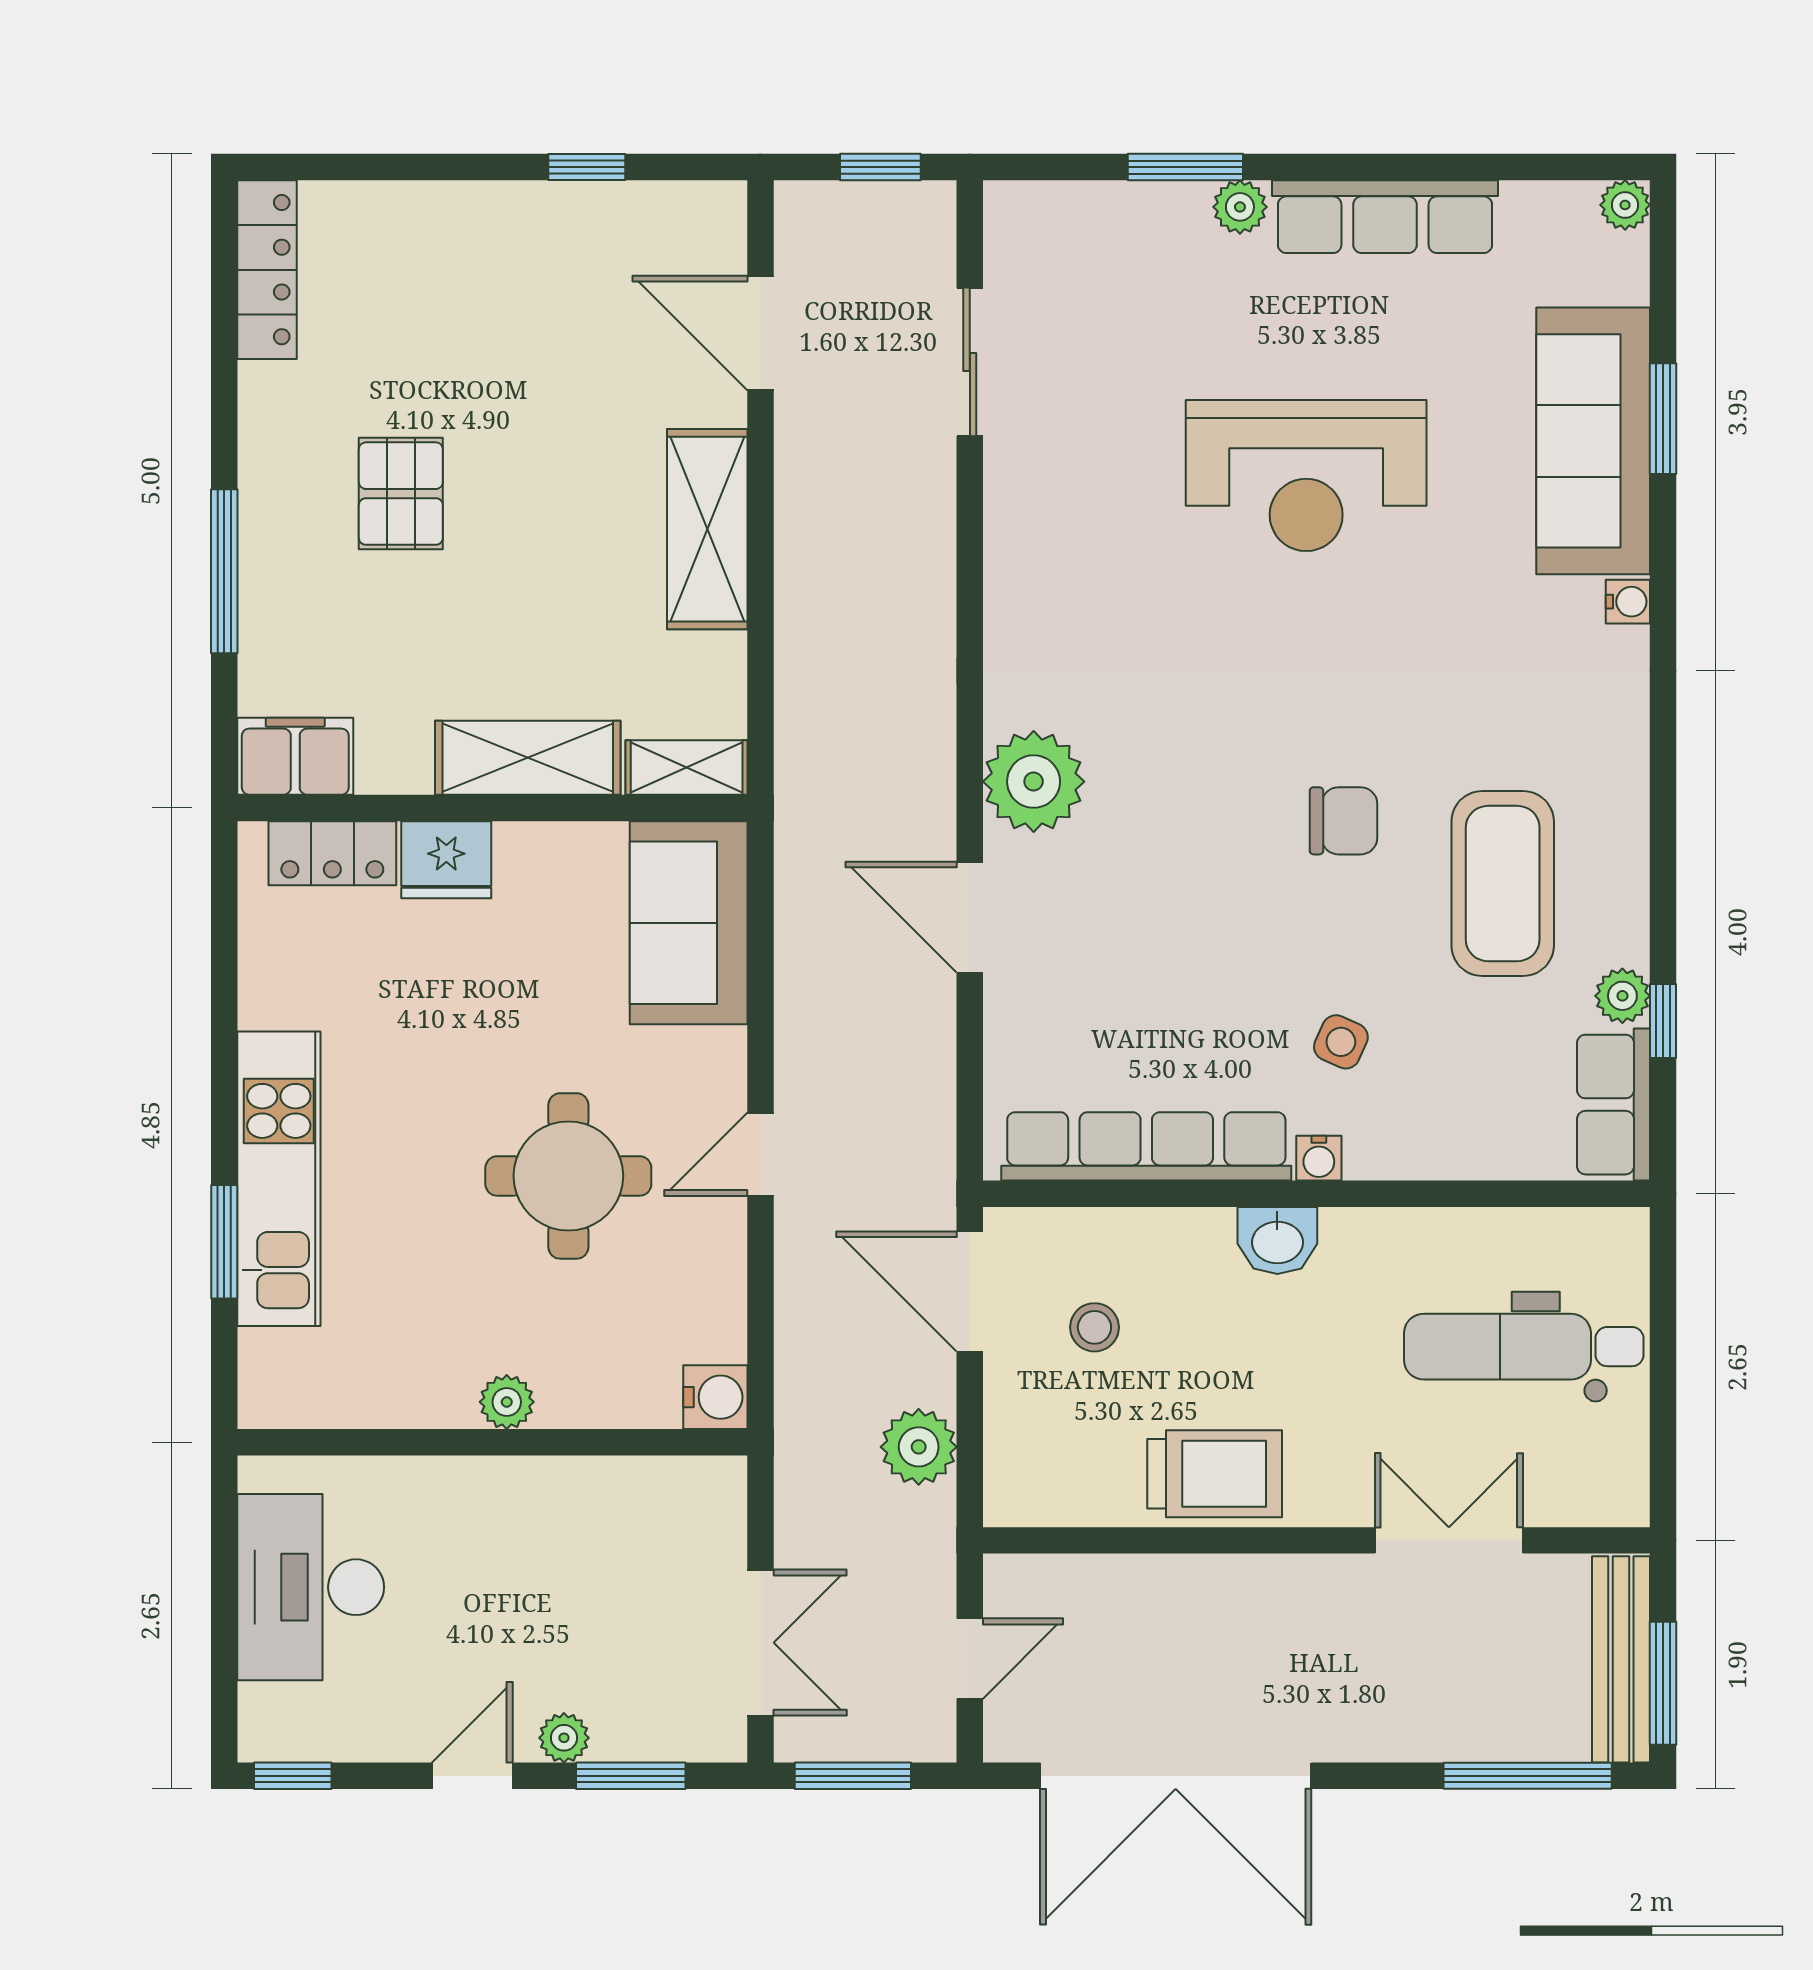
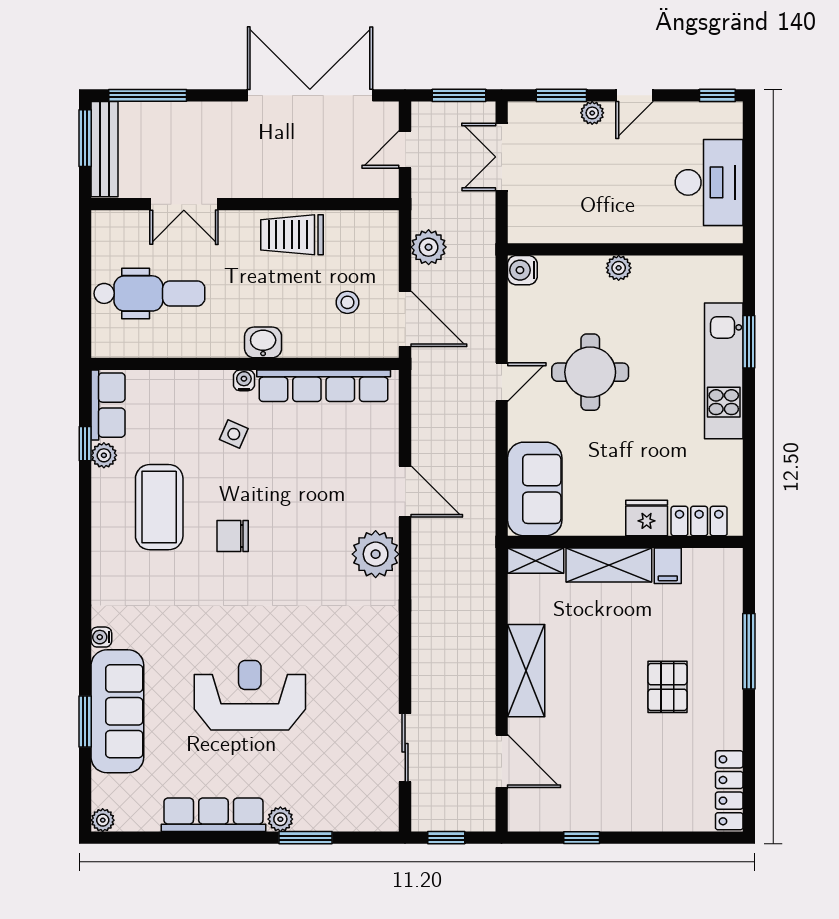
filing cabinet: (295, 756) -> (668, 566), moved, width x0.50

